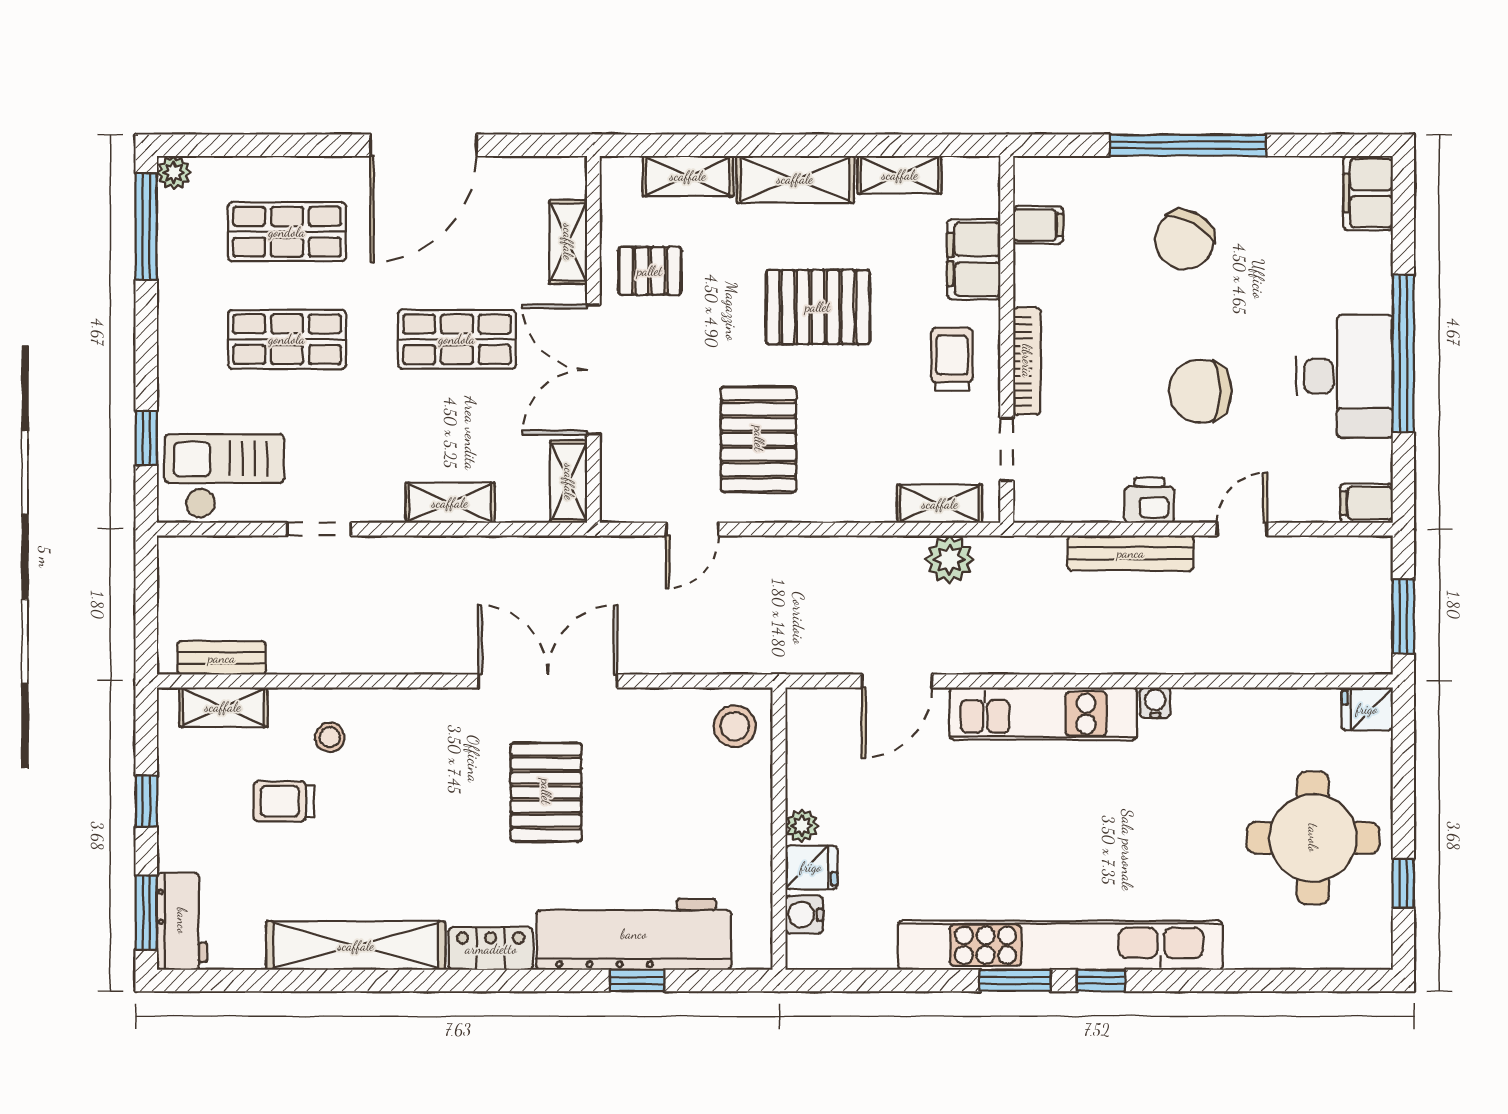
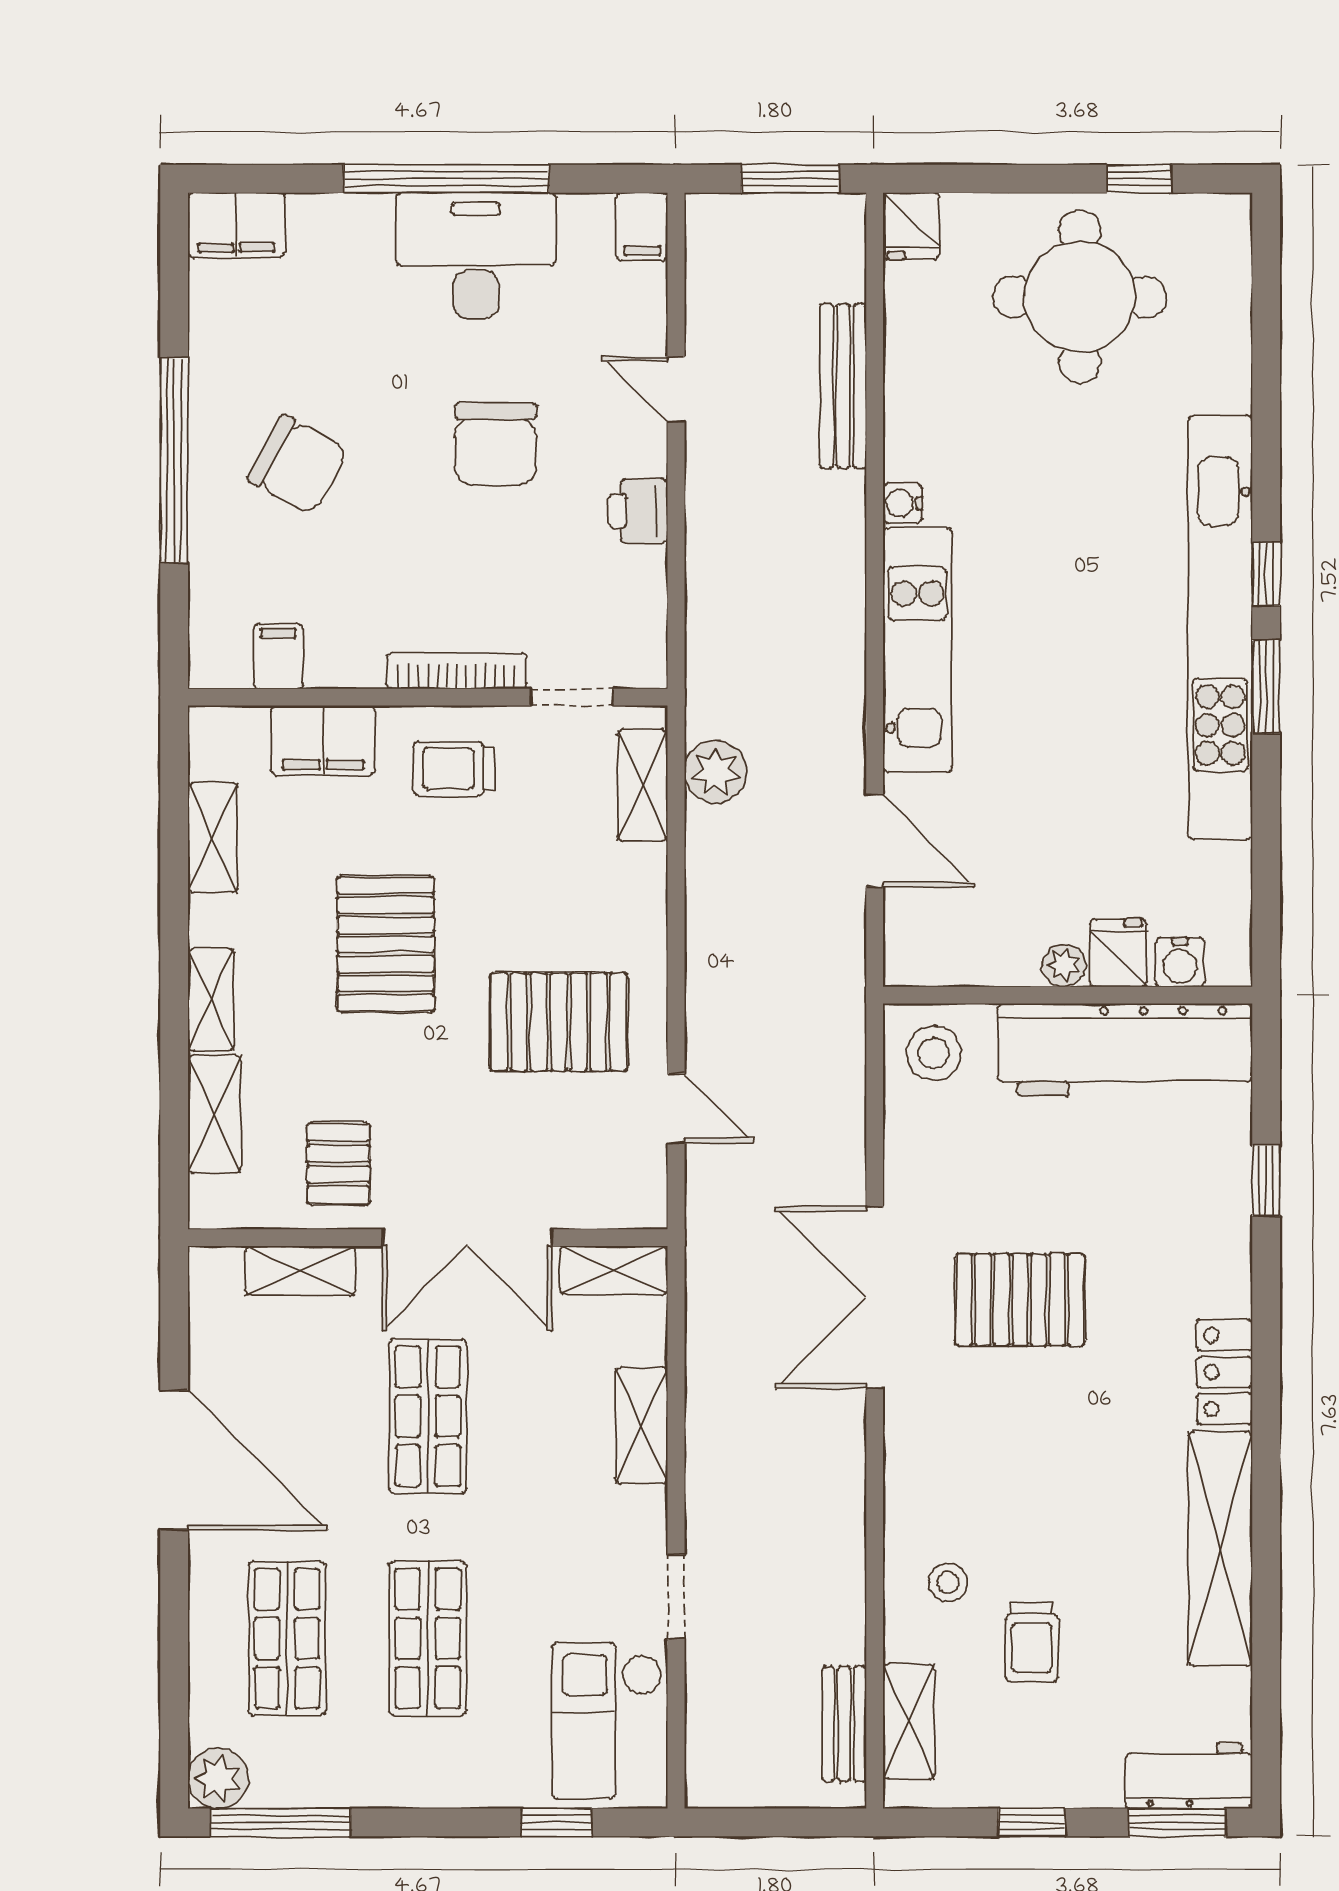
plant: (174, 173) -> (218, 1778), width x1.38, depth x1.38
shelving: (795, 179) -> (211, 1000), width x0.67, depth x0.75
bench: (1131, 553) -> (843, 386), moved
workbench: (634, 934) -> (1125, 1050), moved, turned -90

